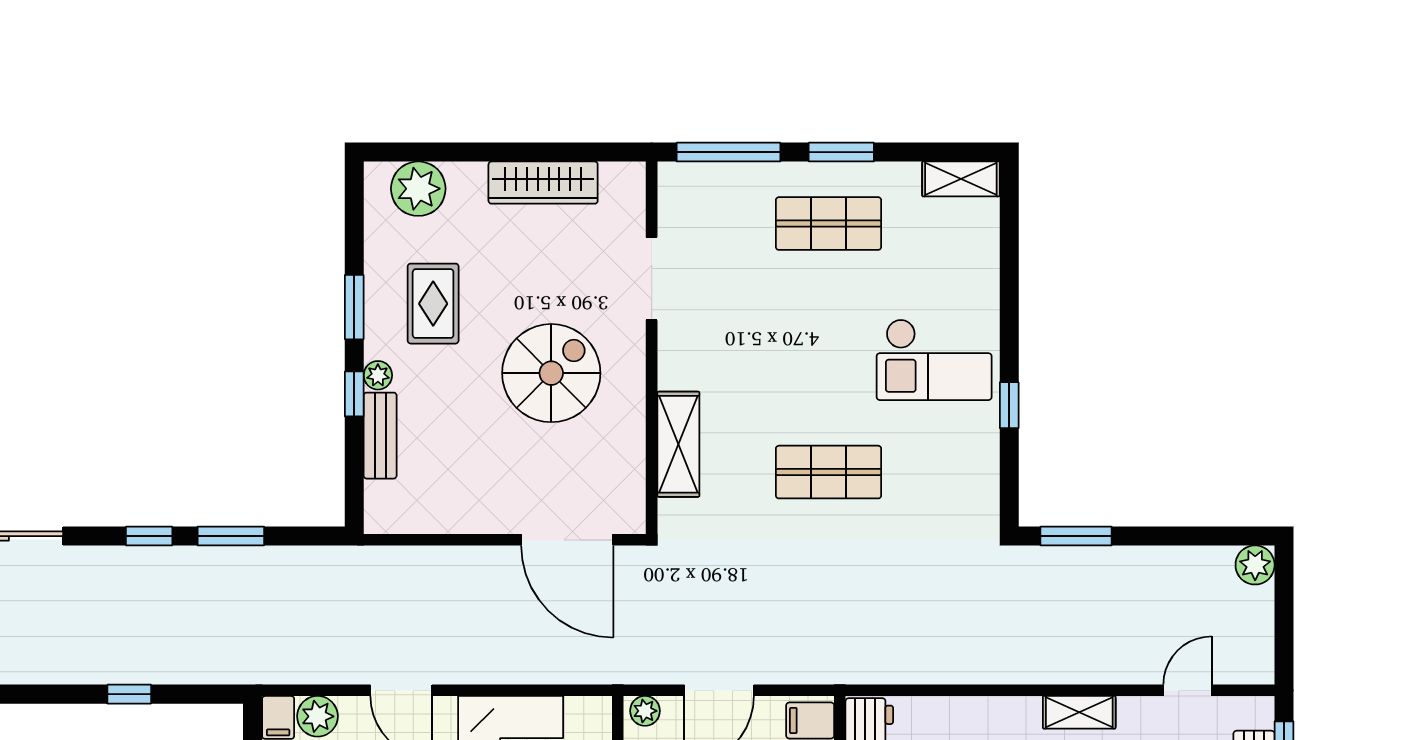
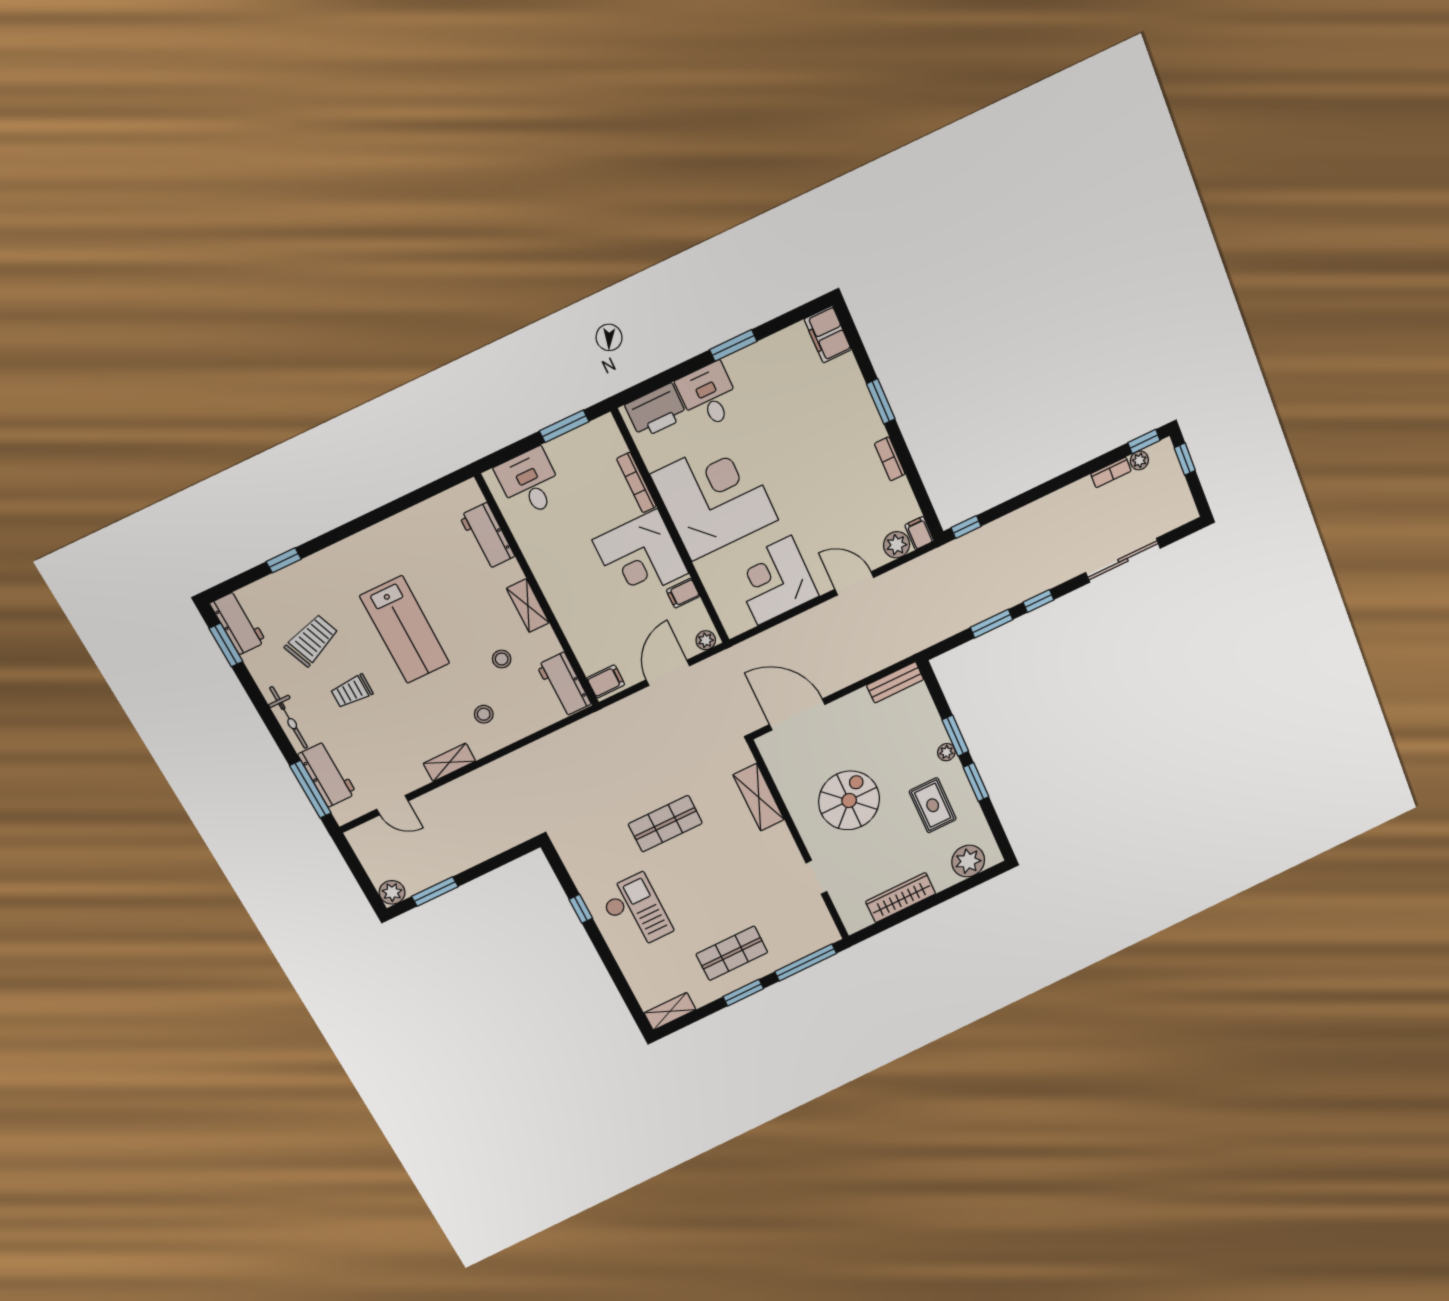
doorway: (652, 279) -> (816, 877), width x0.73
checkout: (934, 360) -> (636, 912), turned 90
spiral stairs: (551, 373) -> (849, 800), turned 180
window: (354, 394) -> (955, 736), width x1.50
bench: (380, 436) -> (895, 682), moved, turned 90
window: (1076, 536) -> (435, 891), moved
door: (1187, 690) -> (392, 805), hinge flipped
window: (129, 694) -> (966, 527), moved

